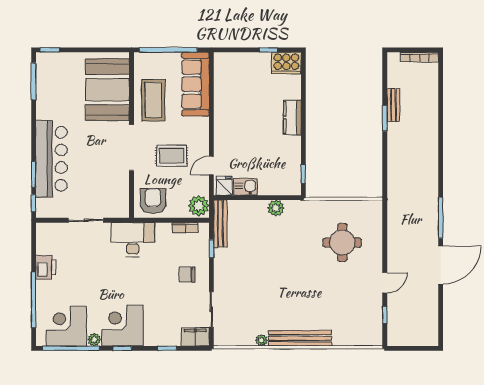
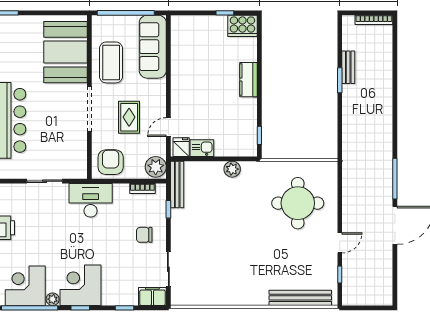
rug: (172, 156) -> (129, 117), turned 90
round table: (342, 242) -> (298, 203), width x1.36, depth x1.36
bench: (300, 338) -> (300, 298), moved
plant: (261, 340) -> (218, 300), removed

